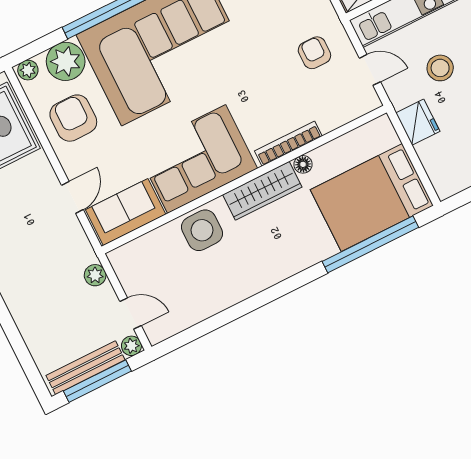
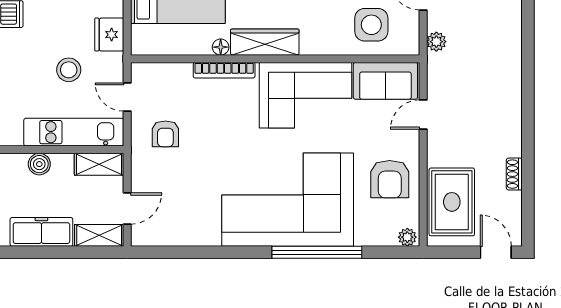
plant: (66, 61) -> (373, 229), removed
side table: (202, 230) -> (371, 25), moved

